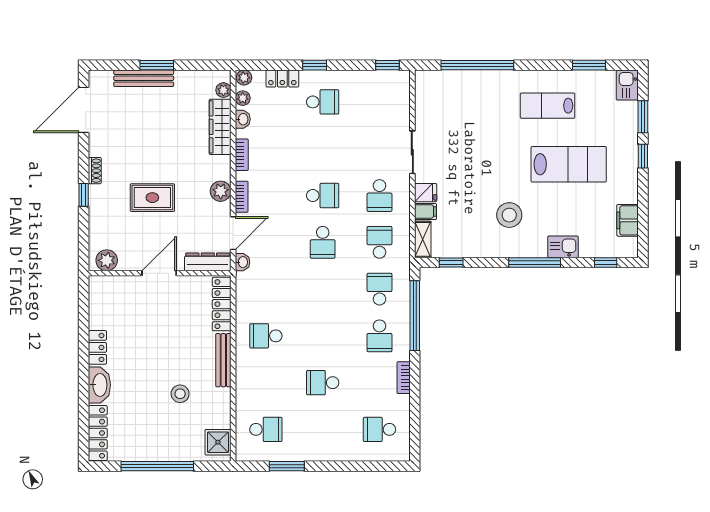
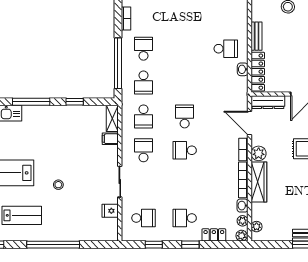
window: (387, 65) -> (154, 245), moved
window: (477, 65) -> (53, 245), moved
wardrobe: (220, 127) -> (259, 182), moved
bookcase: (242, 155) -> (243, 180), width x1.56
fridge: (426, 193) -> (110, 211), moved
stool: (509, 215) -> (58, 185), moved, width x0.53, depth x0.53
door: (233, 233) -> (249, 123), hinge flipped
washbasin: (243, 262) -> (243, 69), moved
window: (451, 262) -> (75, 102), moved
bench: (223, 360) -> (257, 36), width x0.73
school desk: (323, 383) -> (143, 218), moved

